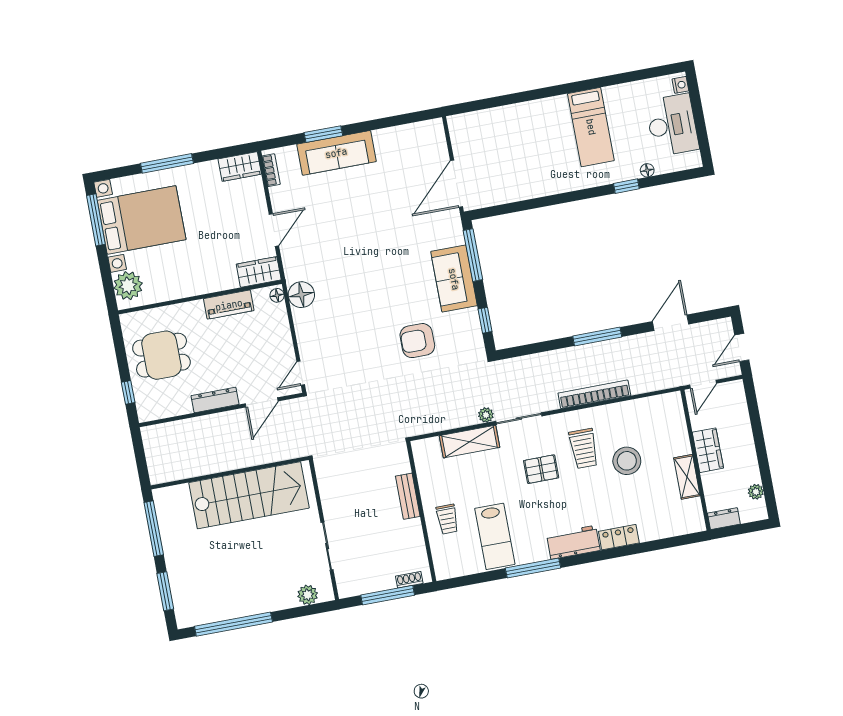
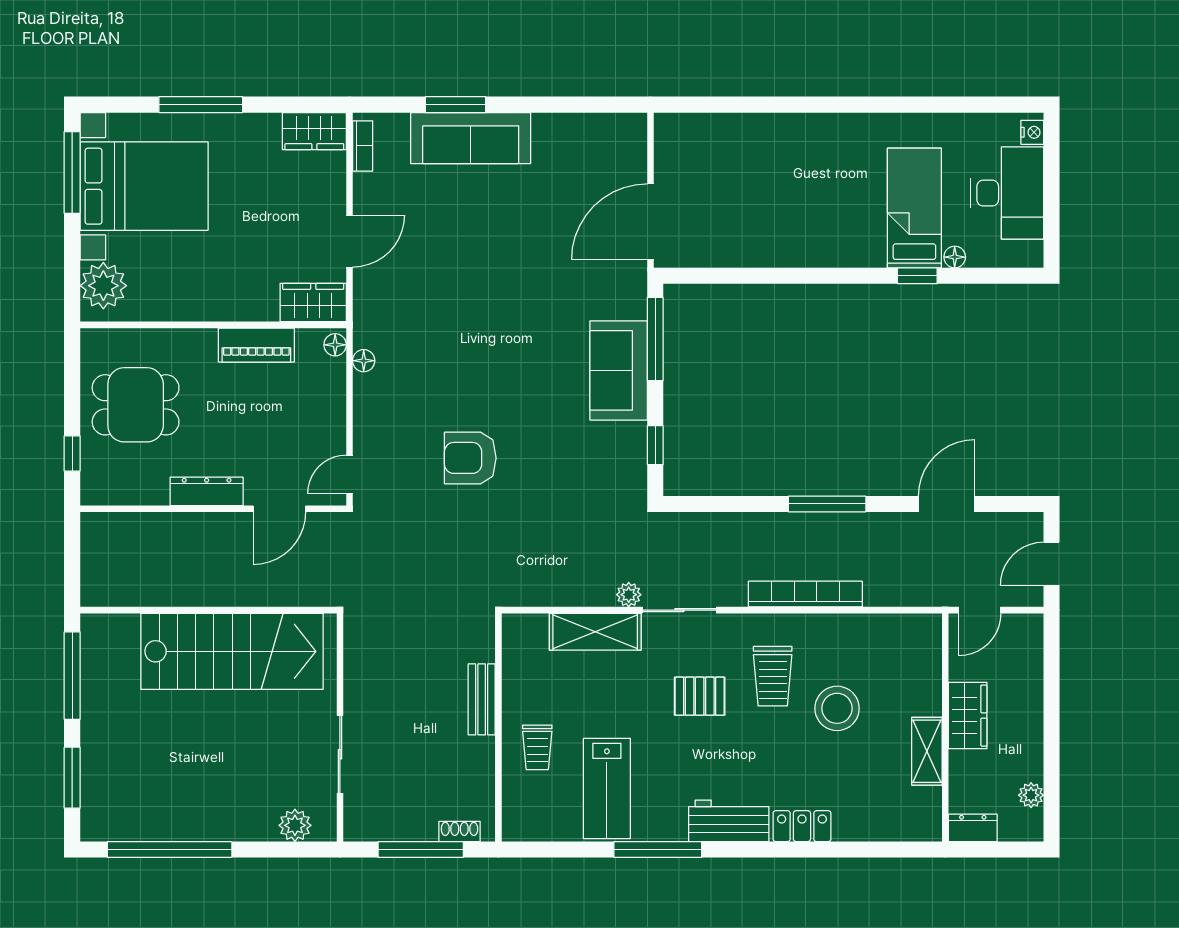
bed: (591, 127) -> (914, 208), moved, turned 180
floor lamp: (301, 295) -> (364, 361), width x0.53, depth x0.53
armchair: (417, 341) -> (470, 458), moved

